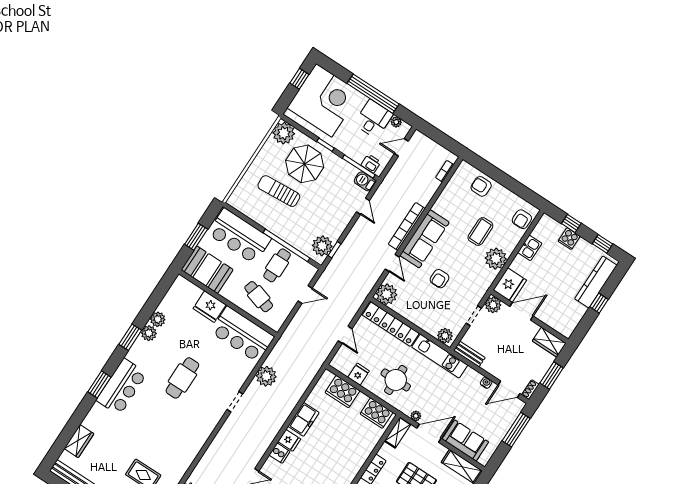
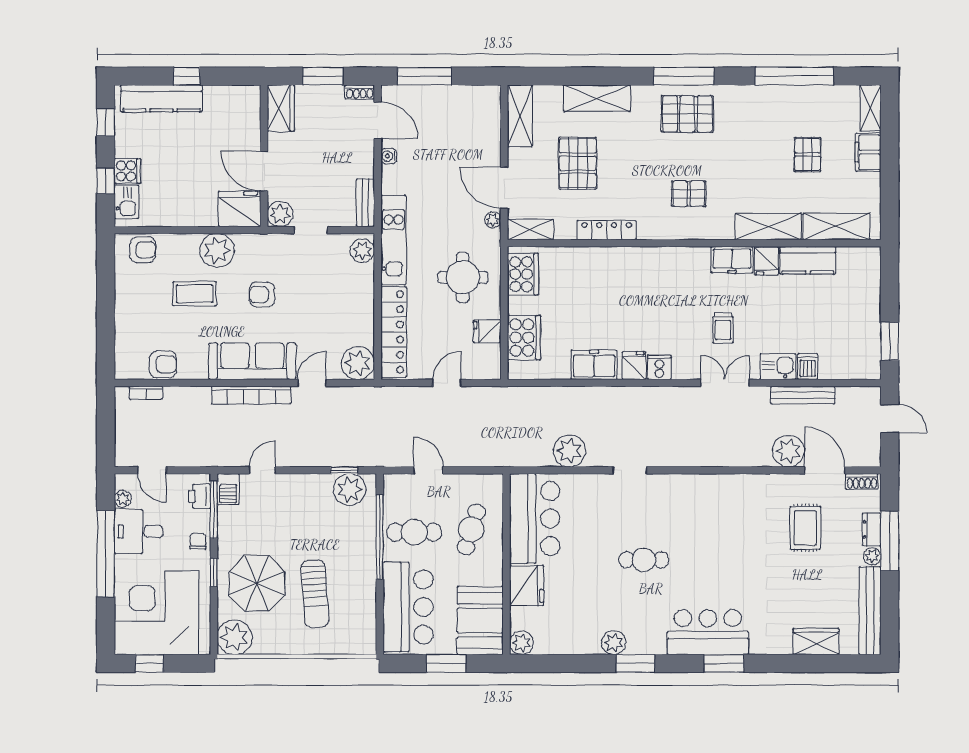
chair: (348, 147) -> (198, 541), added
armchair: (481, 186) -> (163, 364), moved, turned -90
kitchen sink: (530, 248) -> (127, 202), moved, turned 90
armchair: (439, 279) -> (262, 295), moved, turned 180
plant: (158, 319) -> (522, 643), moved
cafe table: (182, 378) -> (644, 560), width x0.73, depth x0.74
sofa: (465, 440) -> (482, 134), removed

